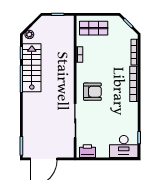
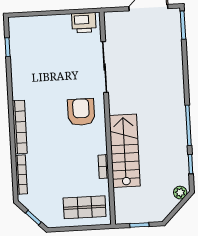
stairs: (32, 68) -> (125, 151), moved, turned 180
armchair: (92, 92) -> (81, 112), turned 90
desk: (124, 147) -> (30, 33), removed

